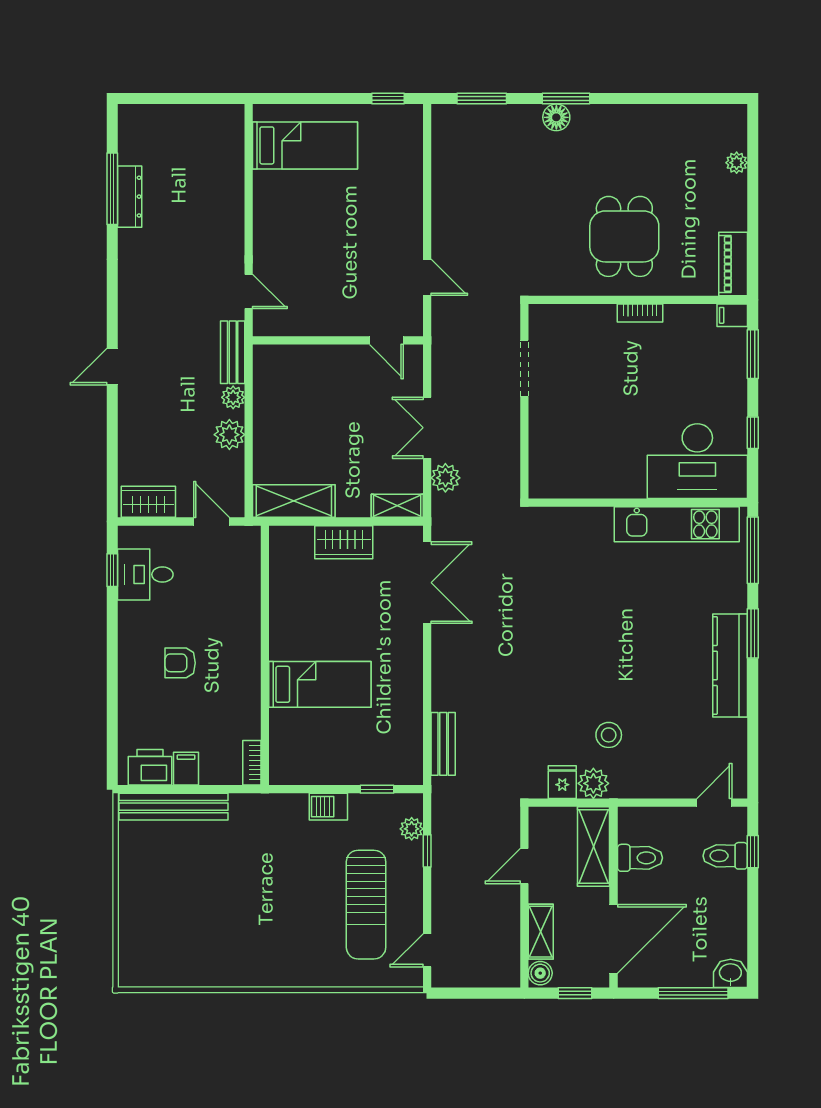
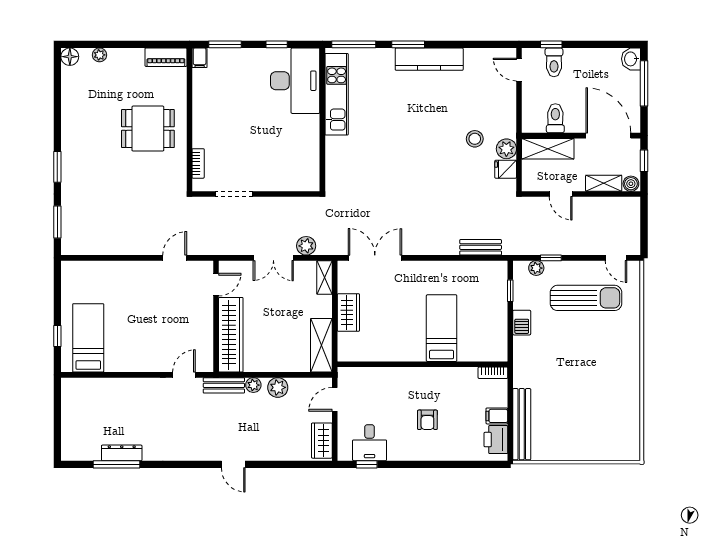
window: (388, 99) -> (57, 336), moved
floor lamp: (556, 117) -> (70, 57), moved
bookcase: (640, 313) -> (198, 163), moved
wardrobe: (310, 363) -> (231, 335), added

